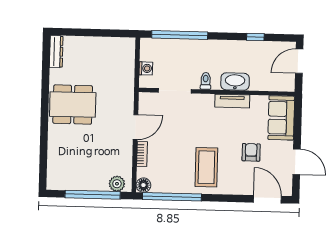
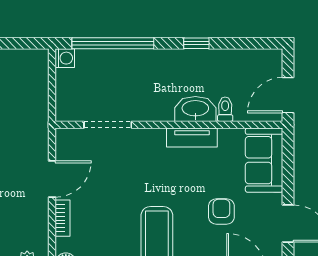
window: (255, 37) -> (196, 43), moved
door: (299, 61) -> (288, 95), moved
washing machine: (146, 68) -> (65, 58), moved
toilet: (206, 81) -> (225, 109), moved

